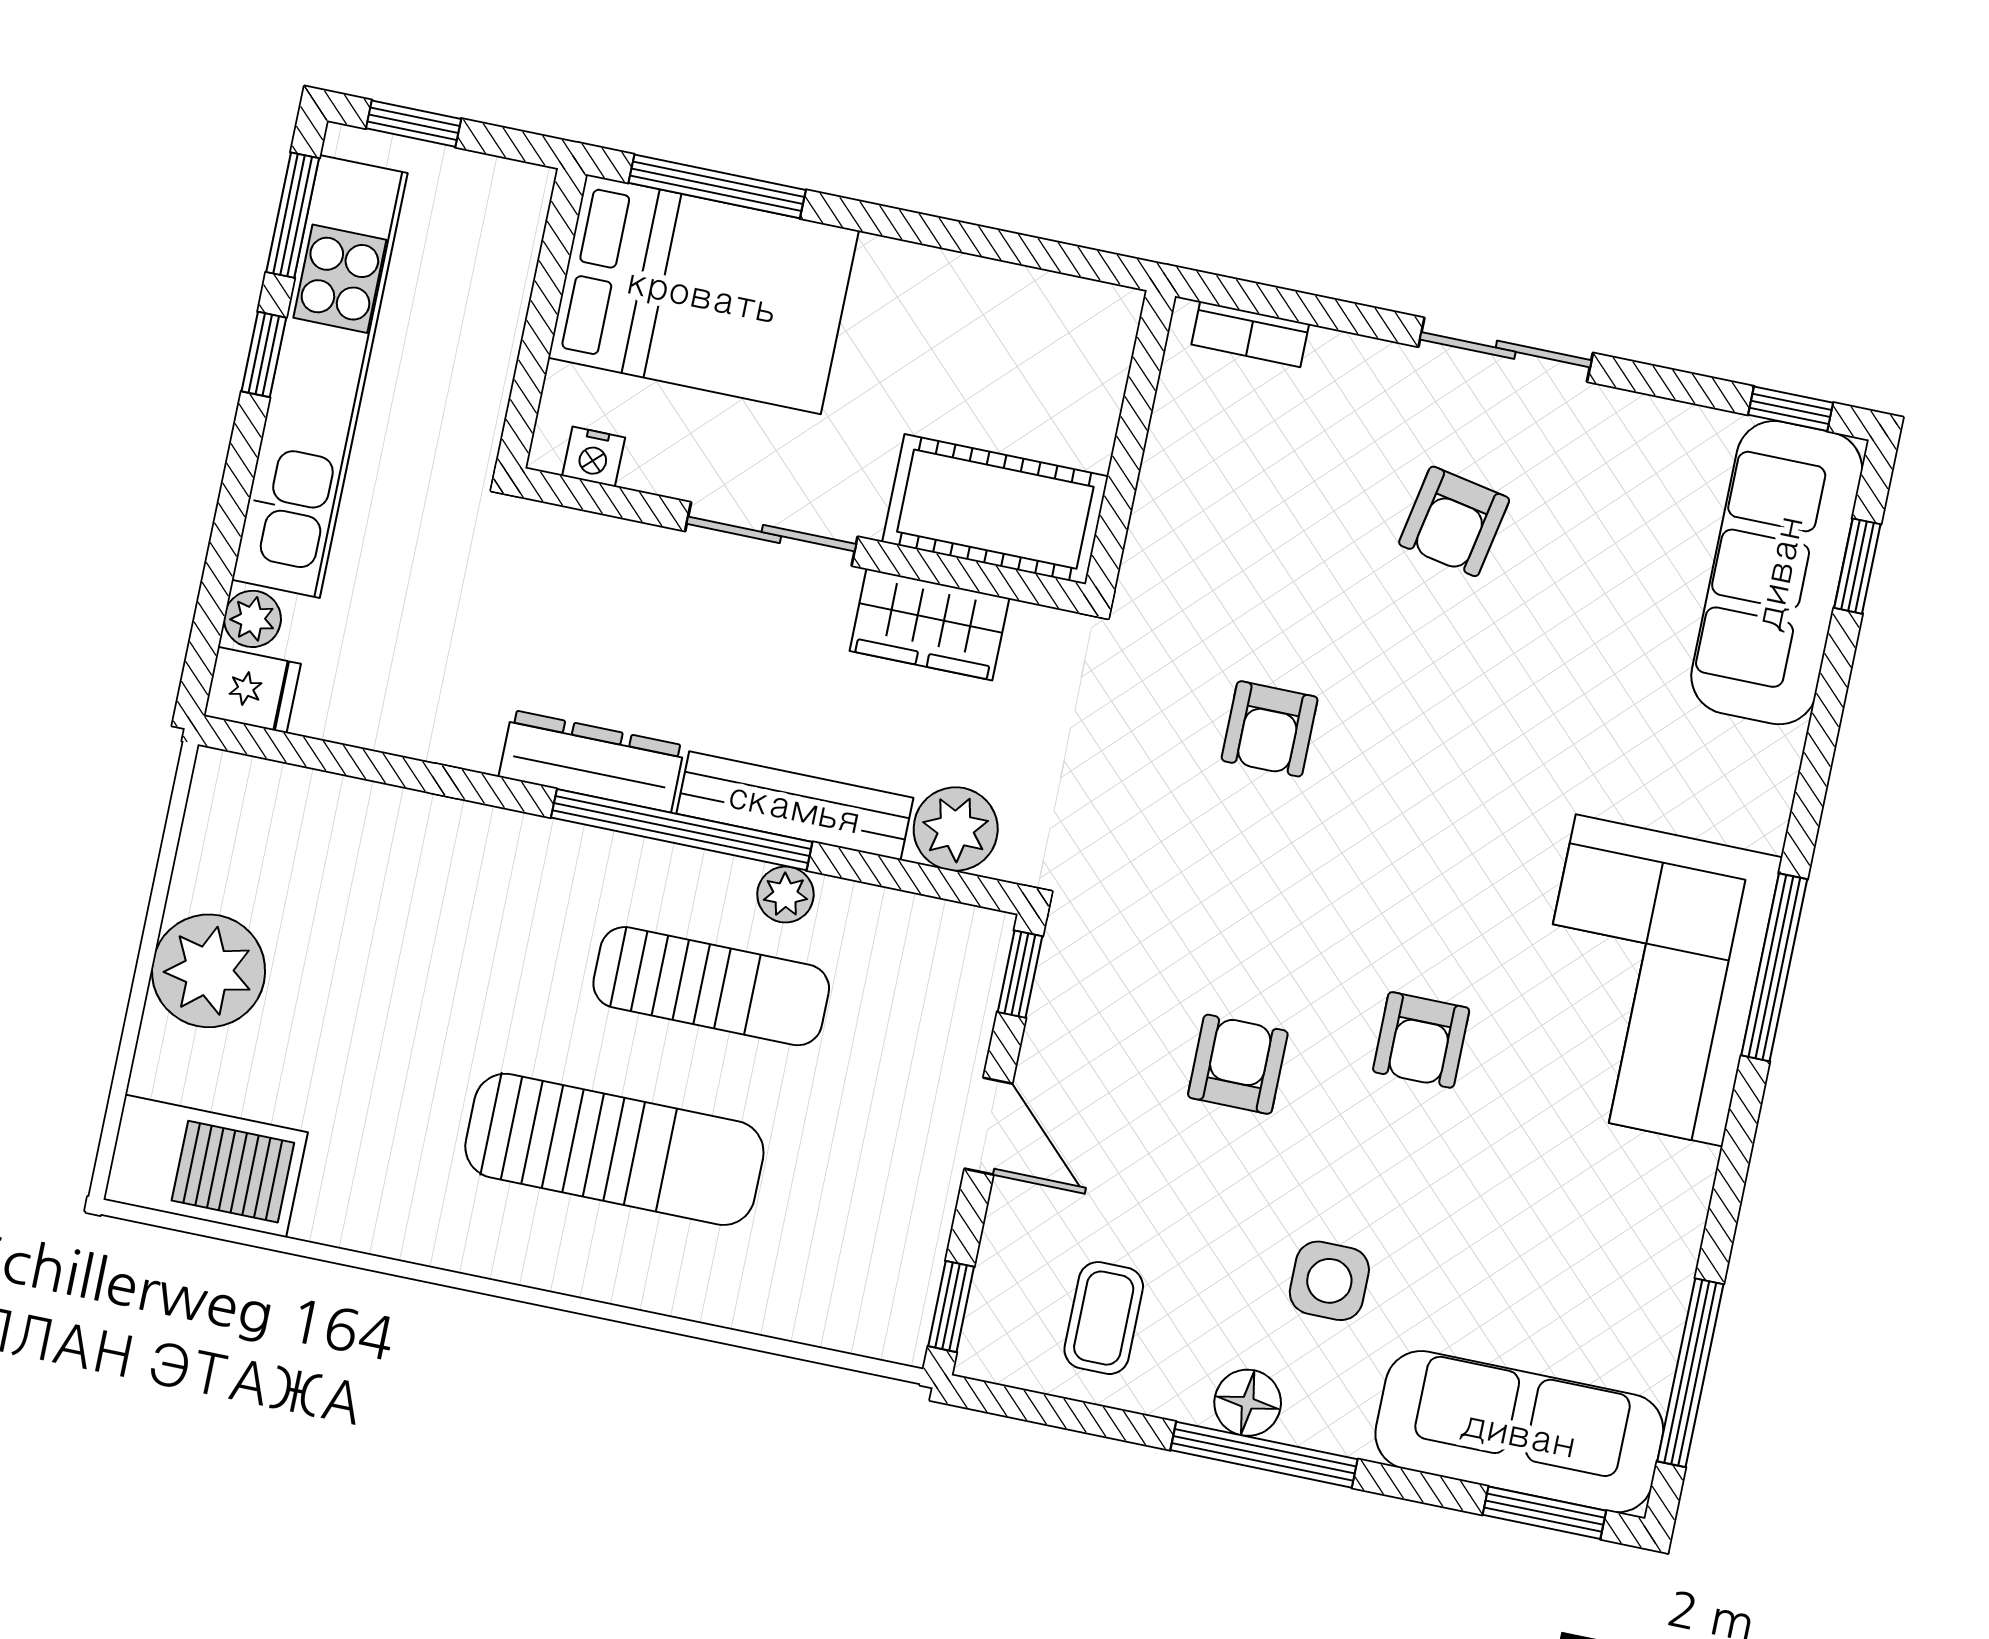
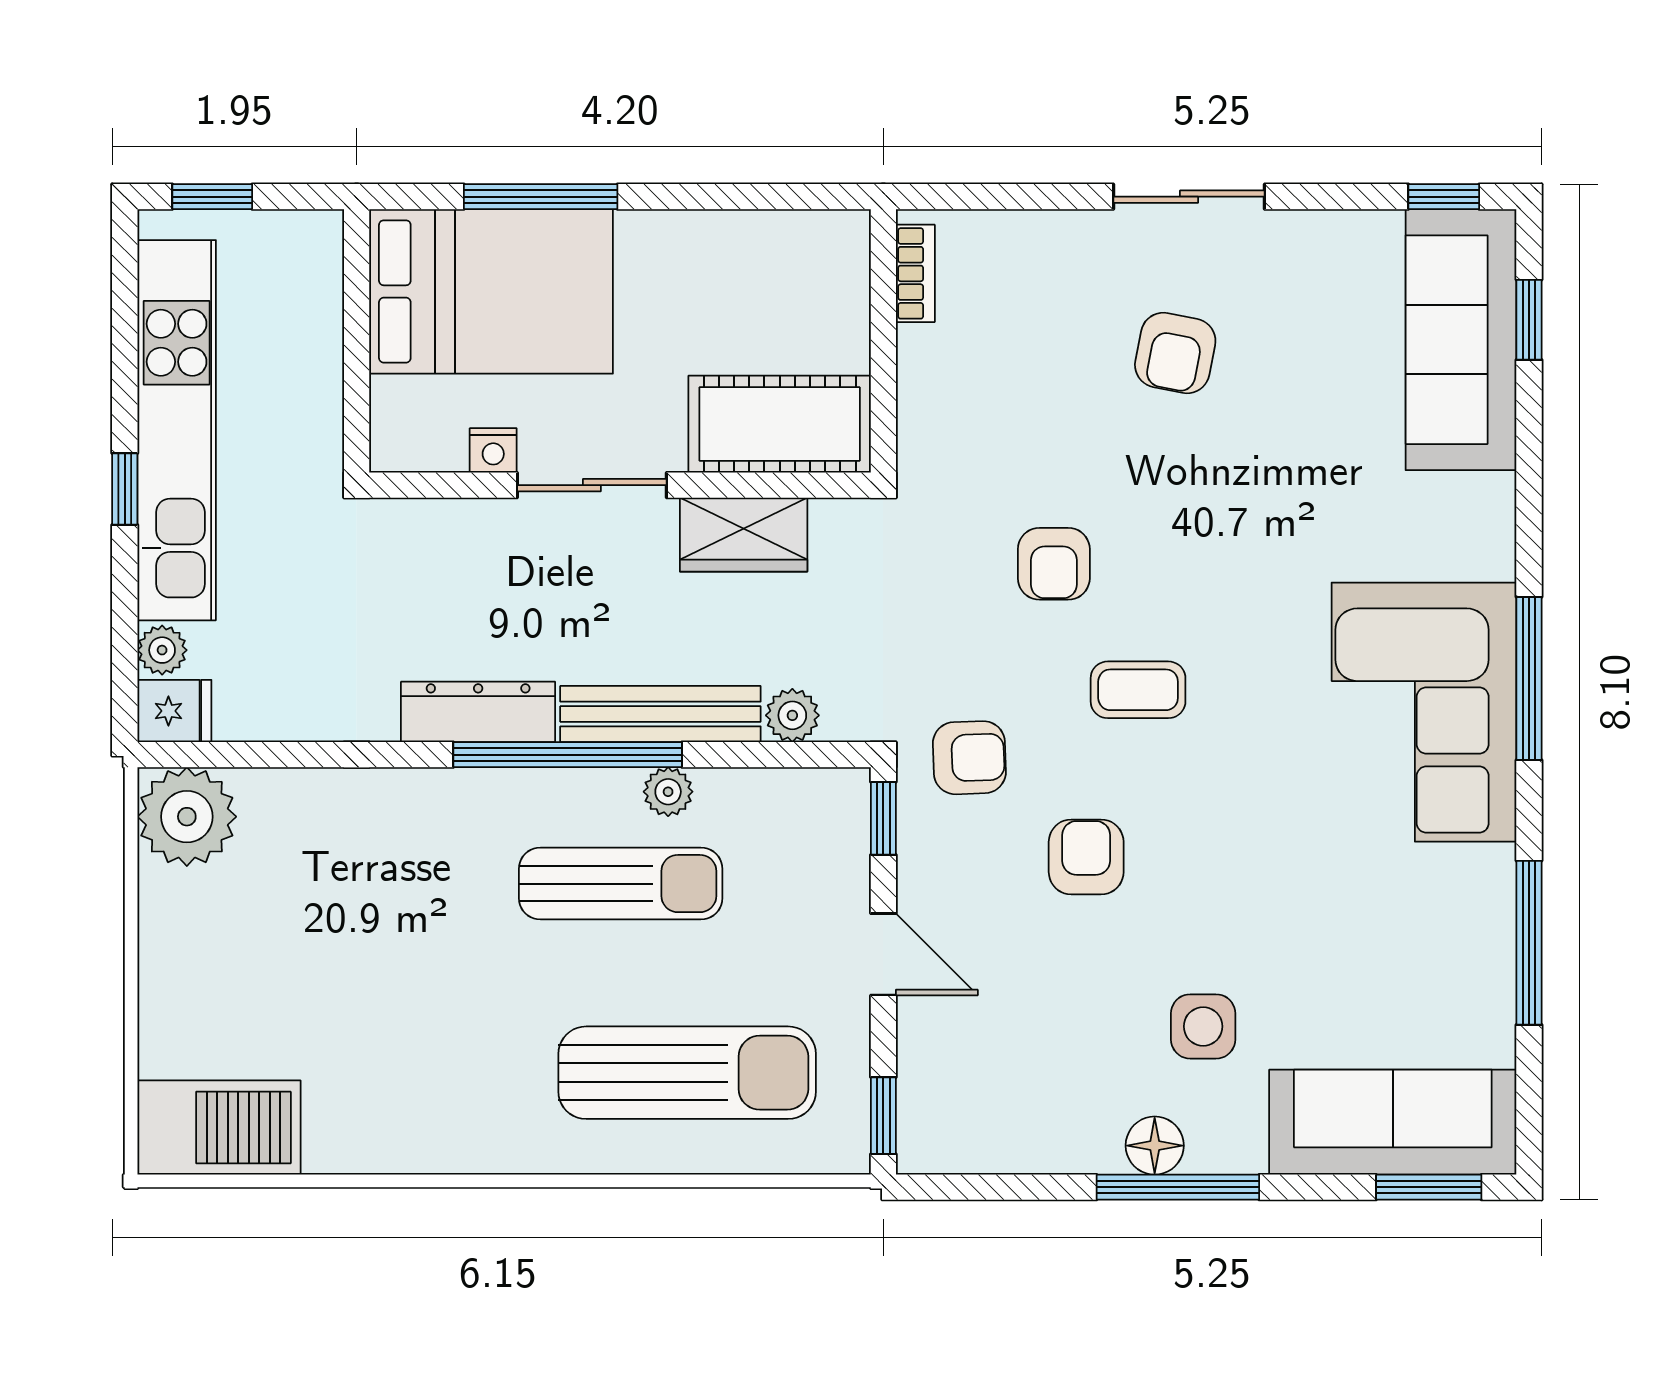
window: (717, 186) -> (541, 197), moved
window: (293, 215) -> (125, 297), removed
bookcase: (1250, 334) -> (915, 273), moved, turned -90
window: (264, 354) -> (125, 489), moved
nightstand: (594, 457) -> (493, 450), moved
plant: (956, 829) -> (792, 715), width x0.73, depth x0.73
plant: (209, 971) -> (187, 817), moved
armchair: (1421, 1040) -> (969, 758), moved, turned -92
sun lounger: (614, 1149) -> (687, 1073), moved
coffee table: (1104, 1318) -> (1138, 690), moved, turned 90
window: (1690, 1373) -> (1529, 943), moved

